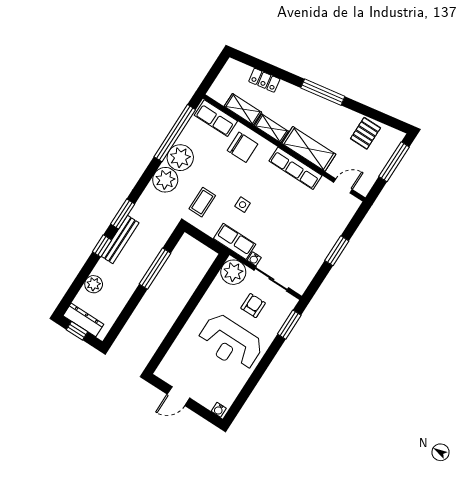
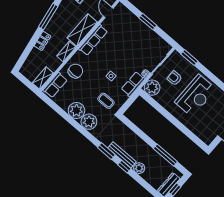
locker: (264, 80) -> (42, 41), moved
shelving: (243, 109) -> (43, 78), moved
window: (175, 133) -> (61, 112), removed
window: (155, 269) -> (165, 155), moved
plant: (94, 284) -> (139, 168), moved

